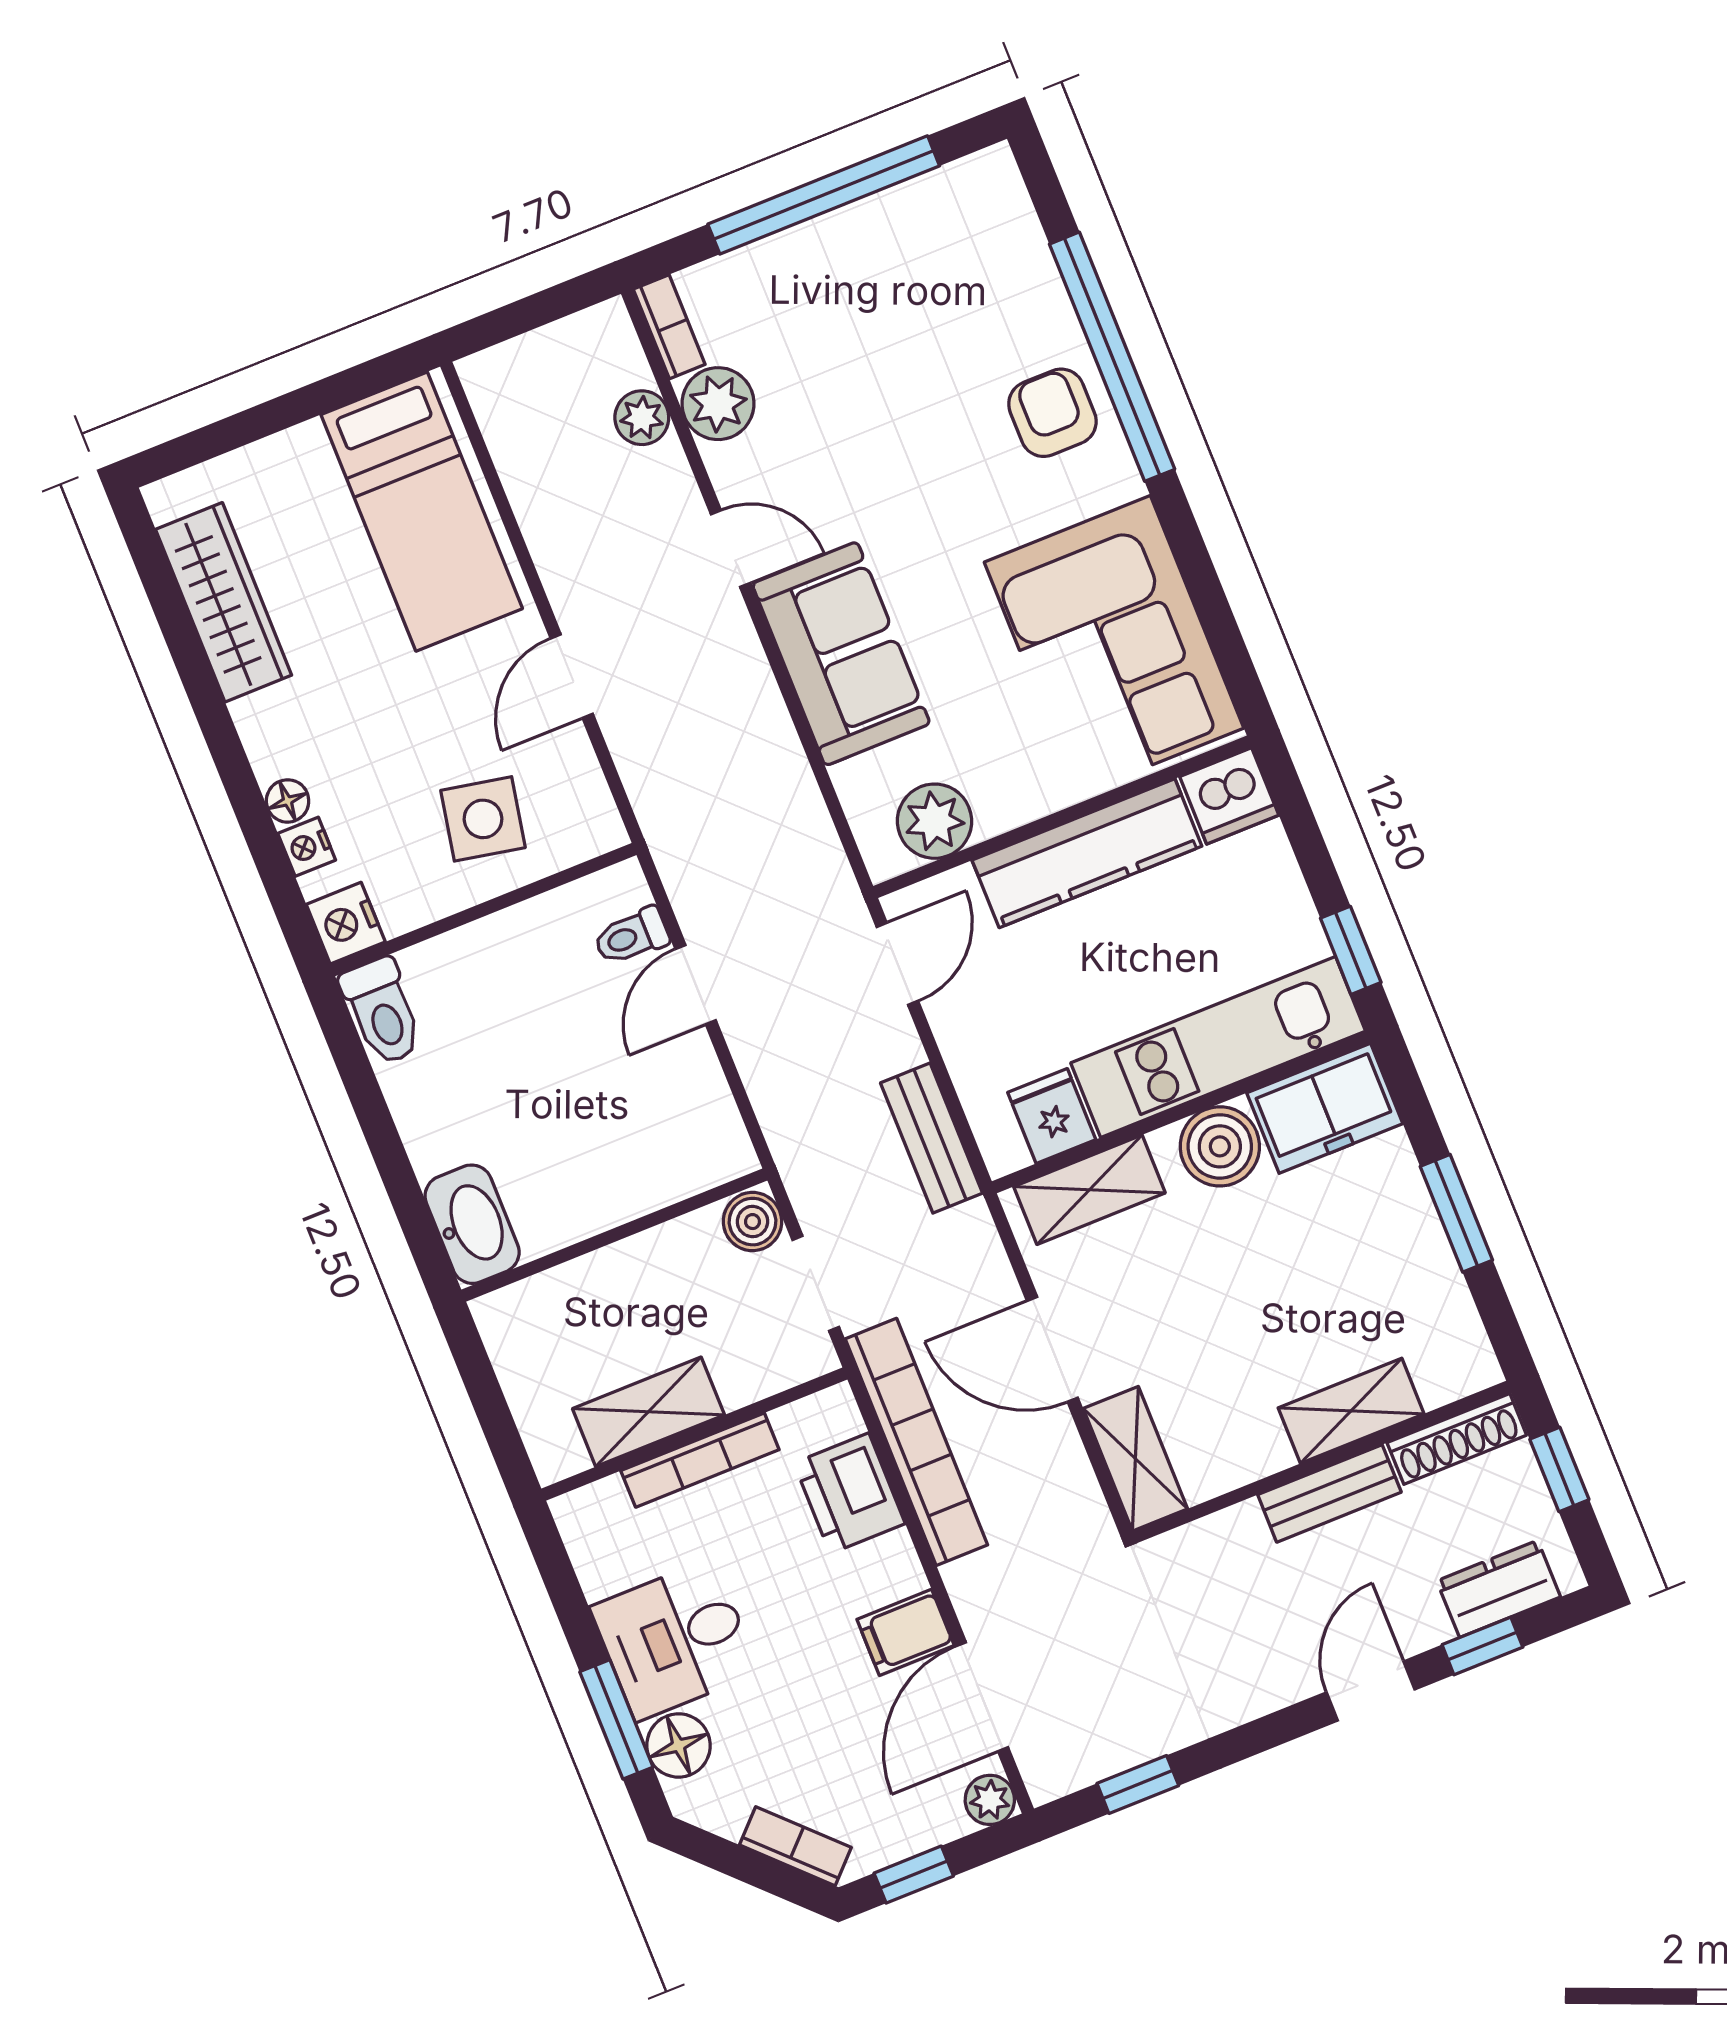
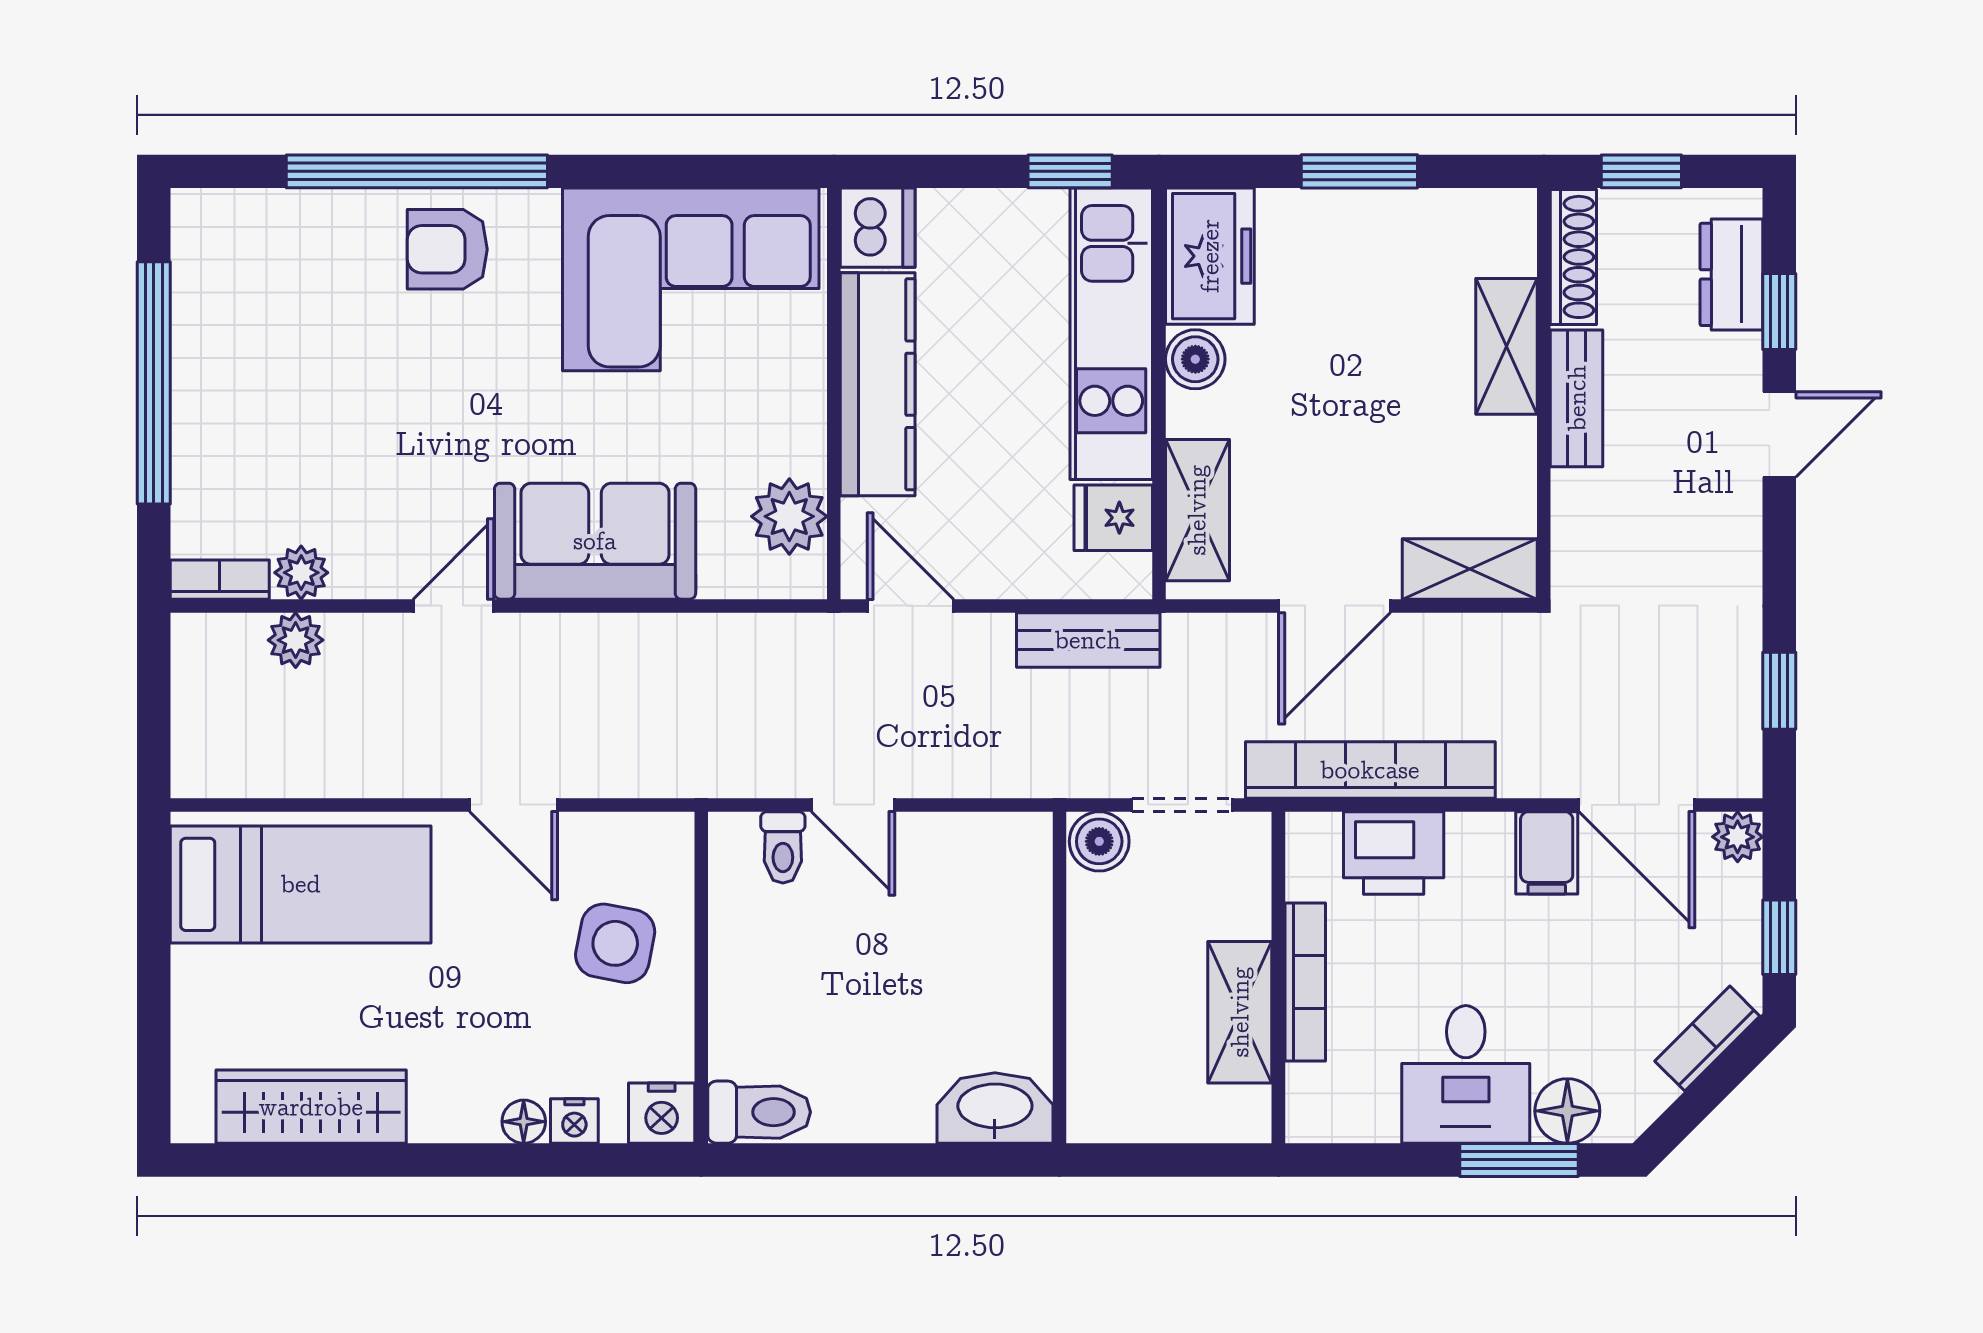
plant: (718, 404) -> (301, 573), width x0.73, depth x0.73
boiler: (1220, 1146) -> (1195, 359), width x0.73, depth x0.73
door: (1371, 1691) -> (1779, 435), swing flipped

